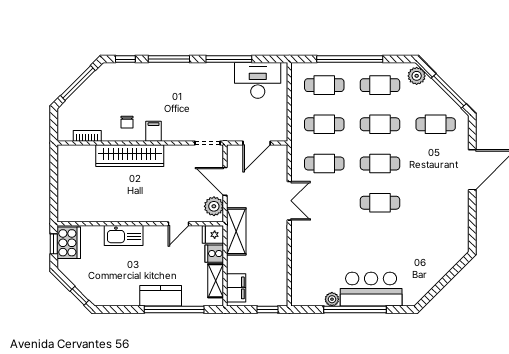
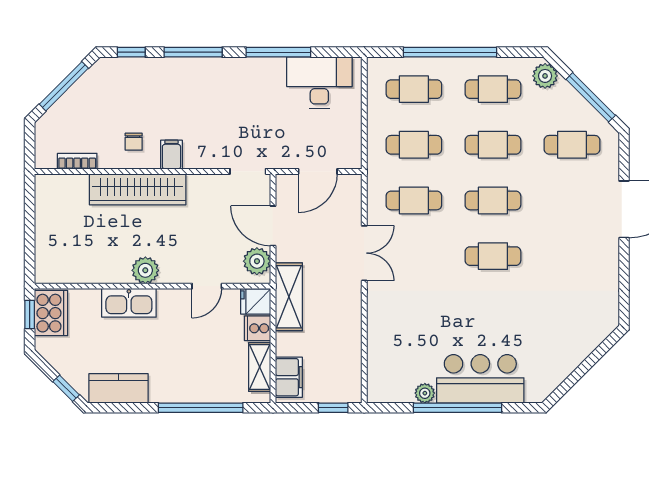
plant: (135, 213) -> (145, 270), added
kitchen counter: (161, 296) -> (119, 388), moved

